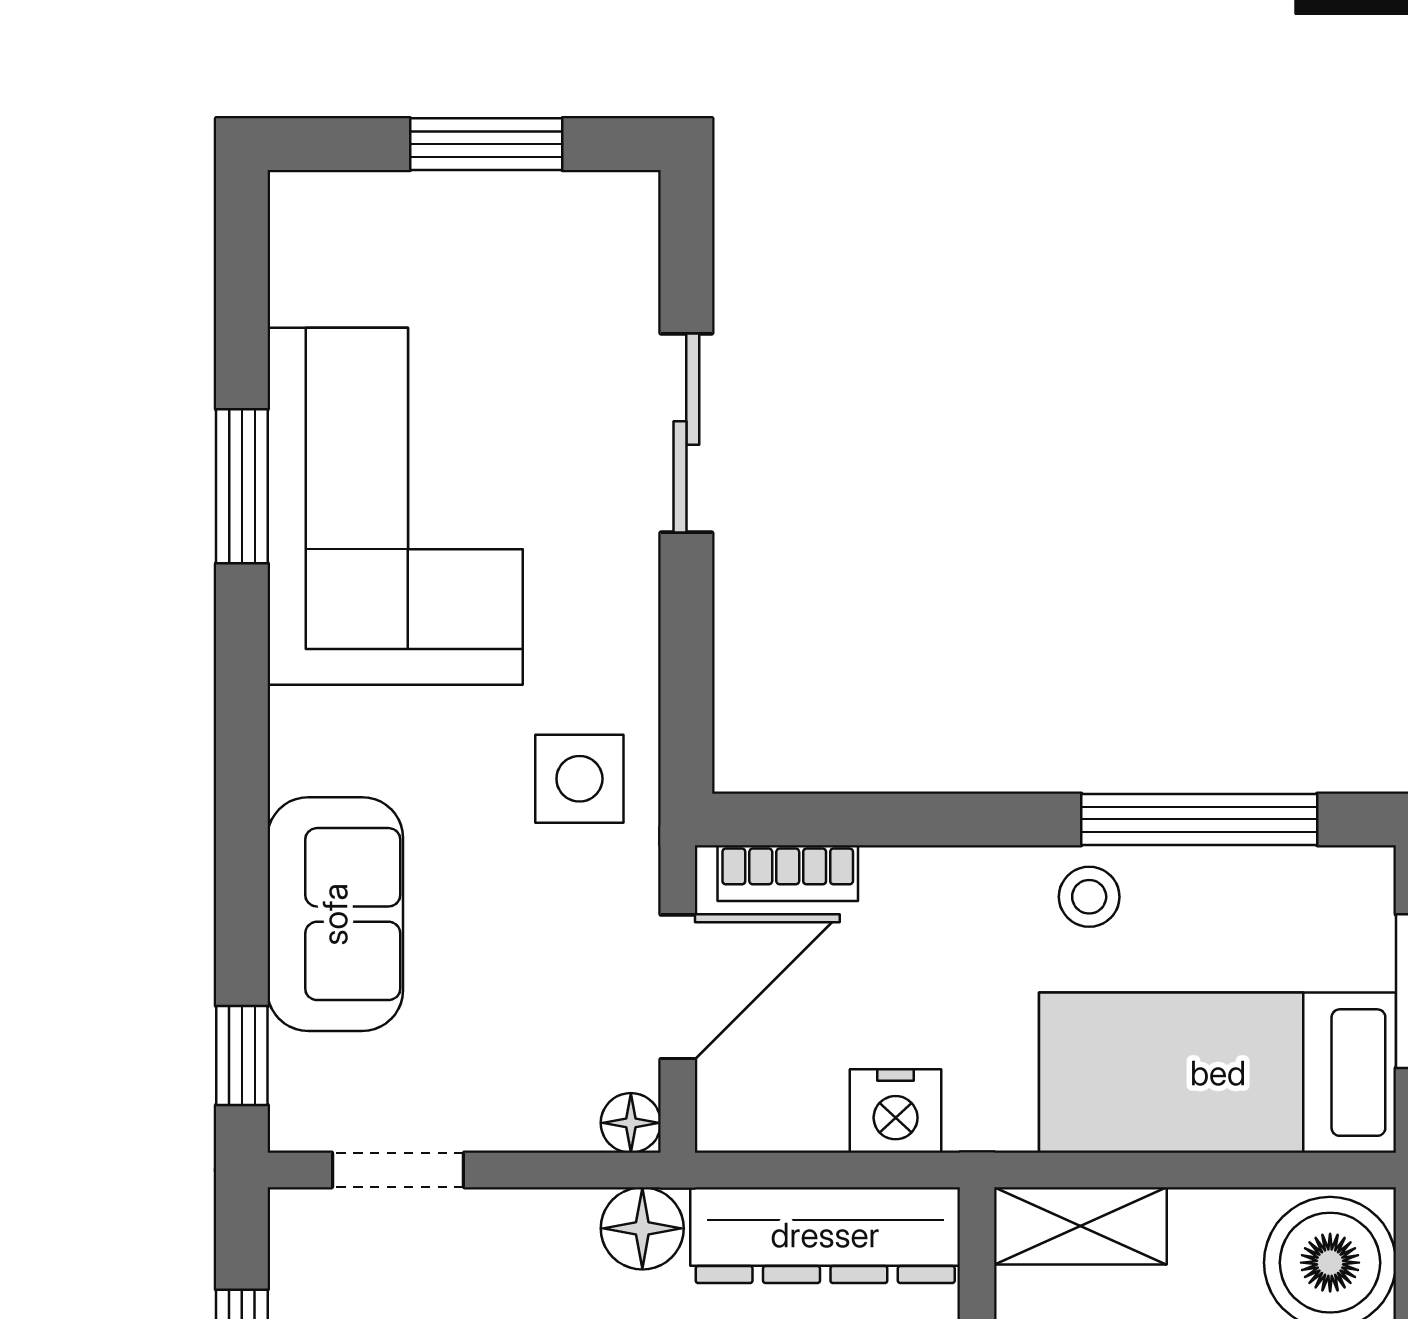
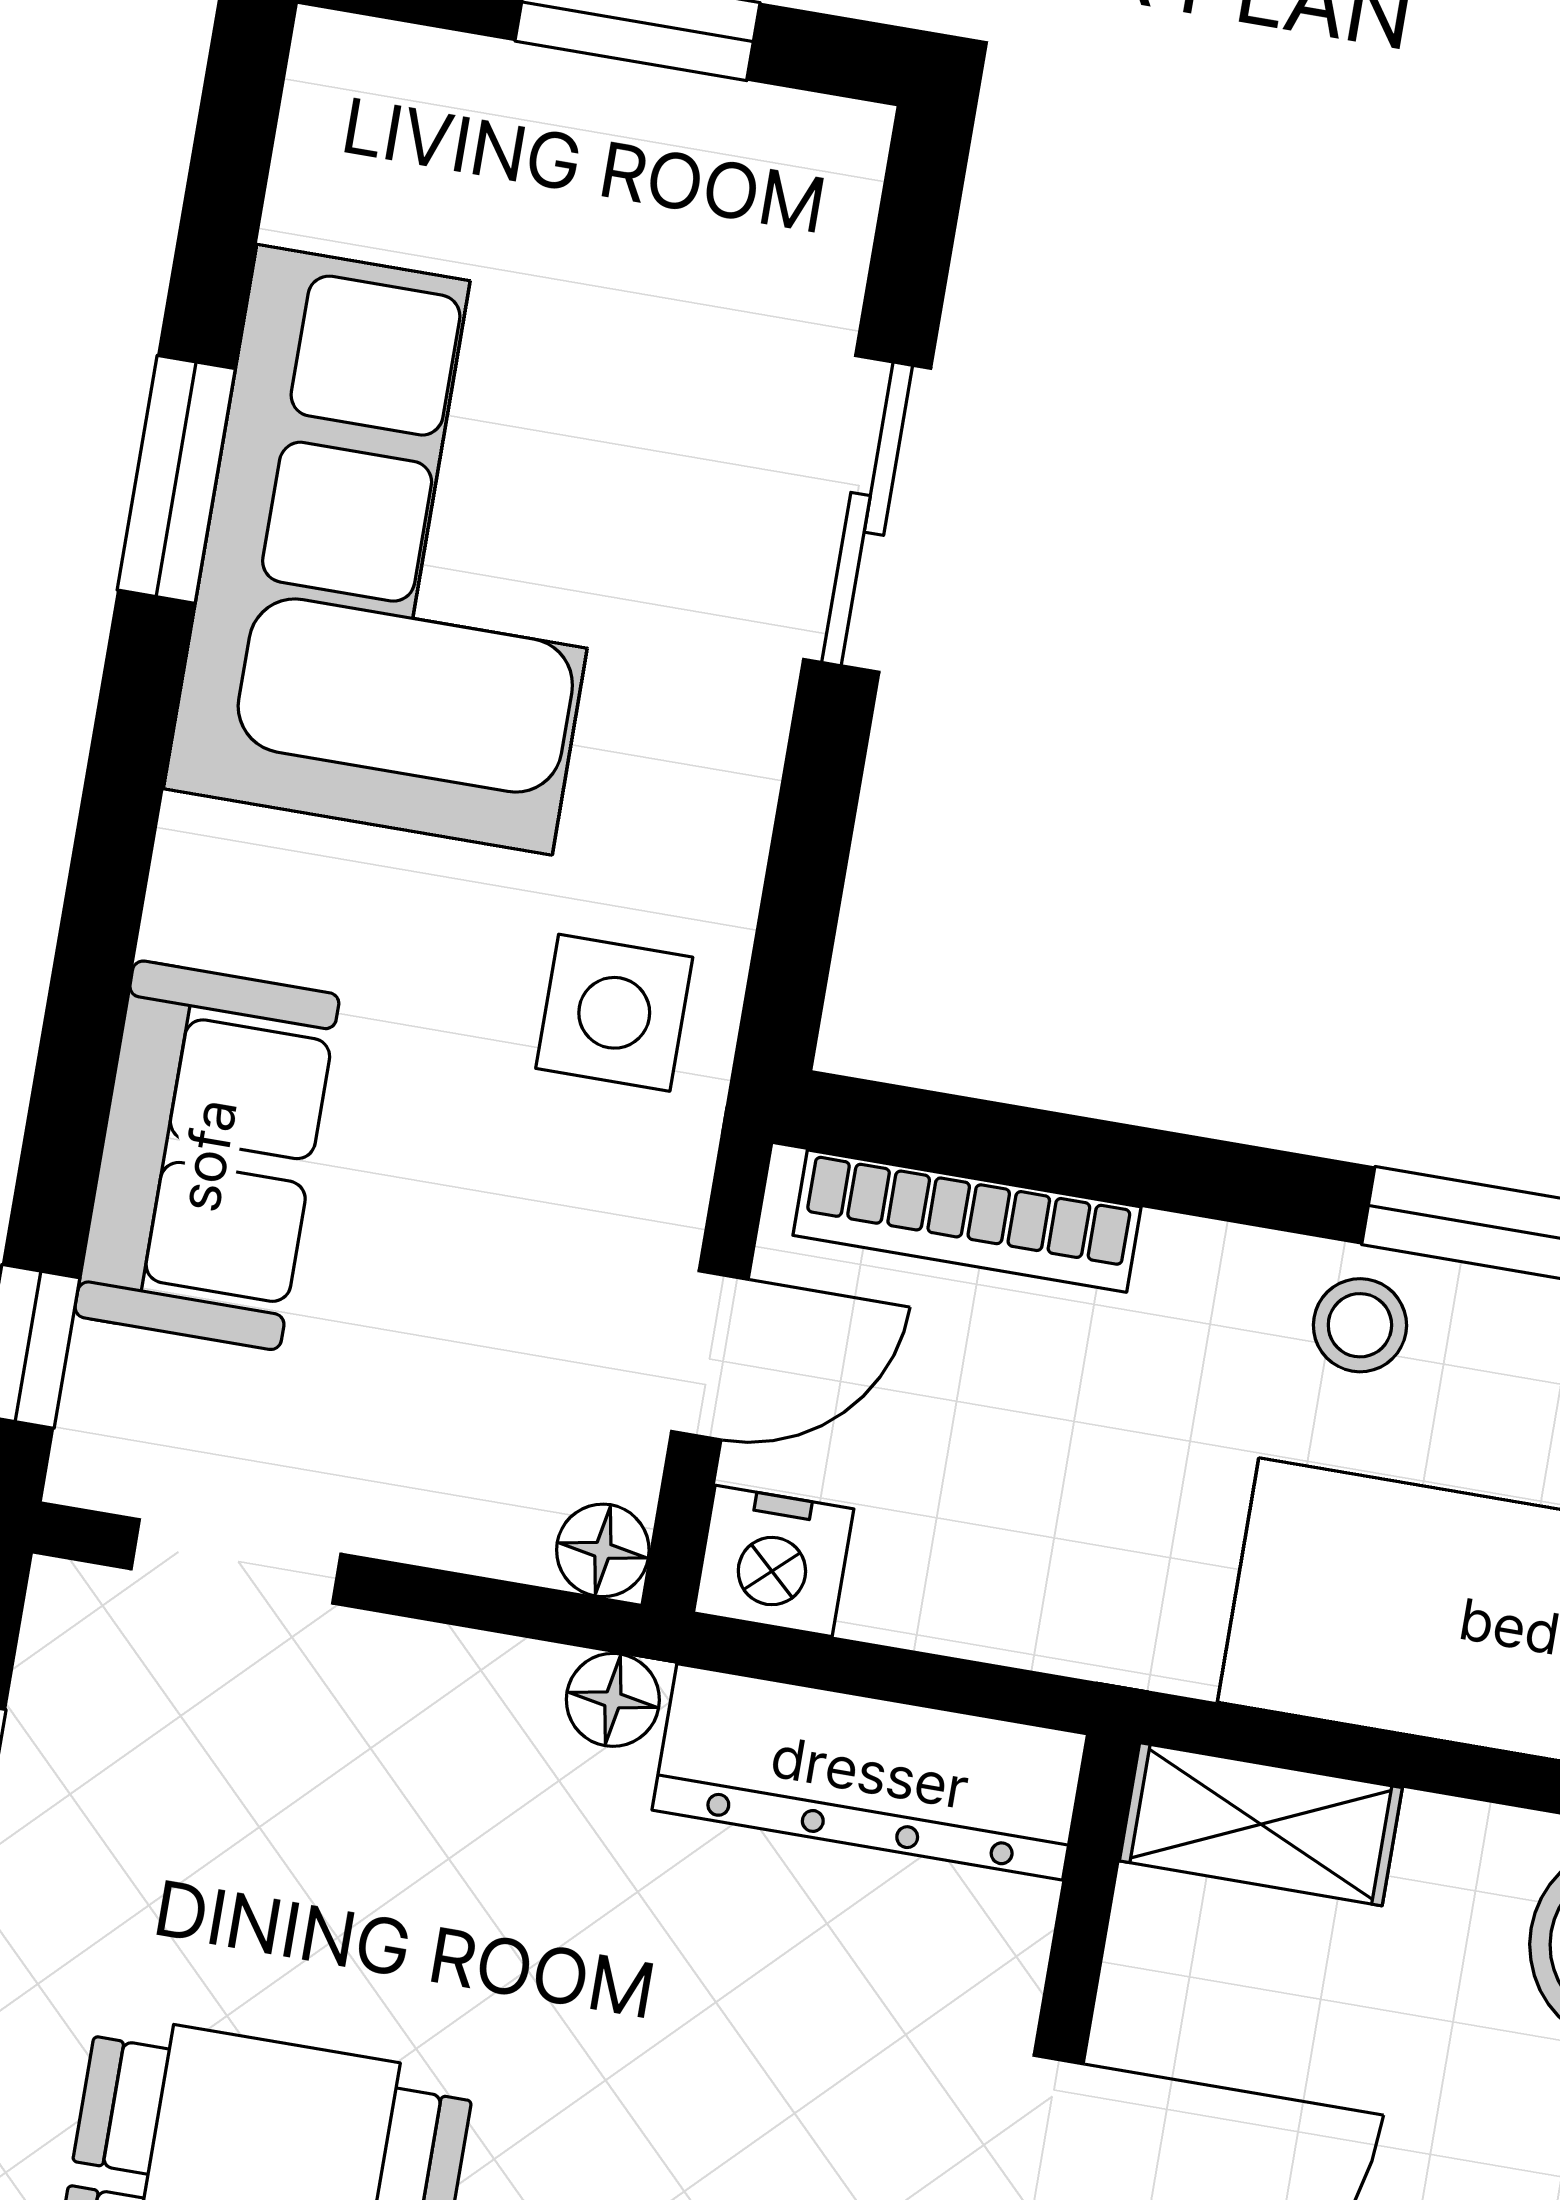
bookcase: (788, 873) -> (967, 1221), width x1.56
door: (678, 987) -> (710, 1355), width x0.73
nightstand: (896, 1111) -> (774, 1561), moved
floor lamp: (642, 1228) -> (613, 1700), width x0.73, depth x0.73

